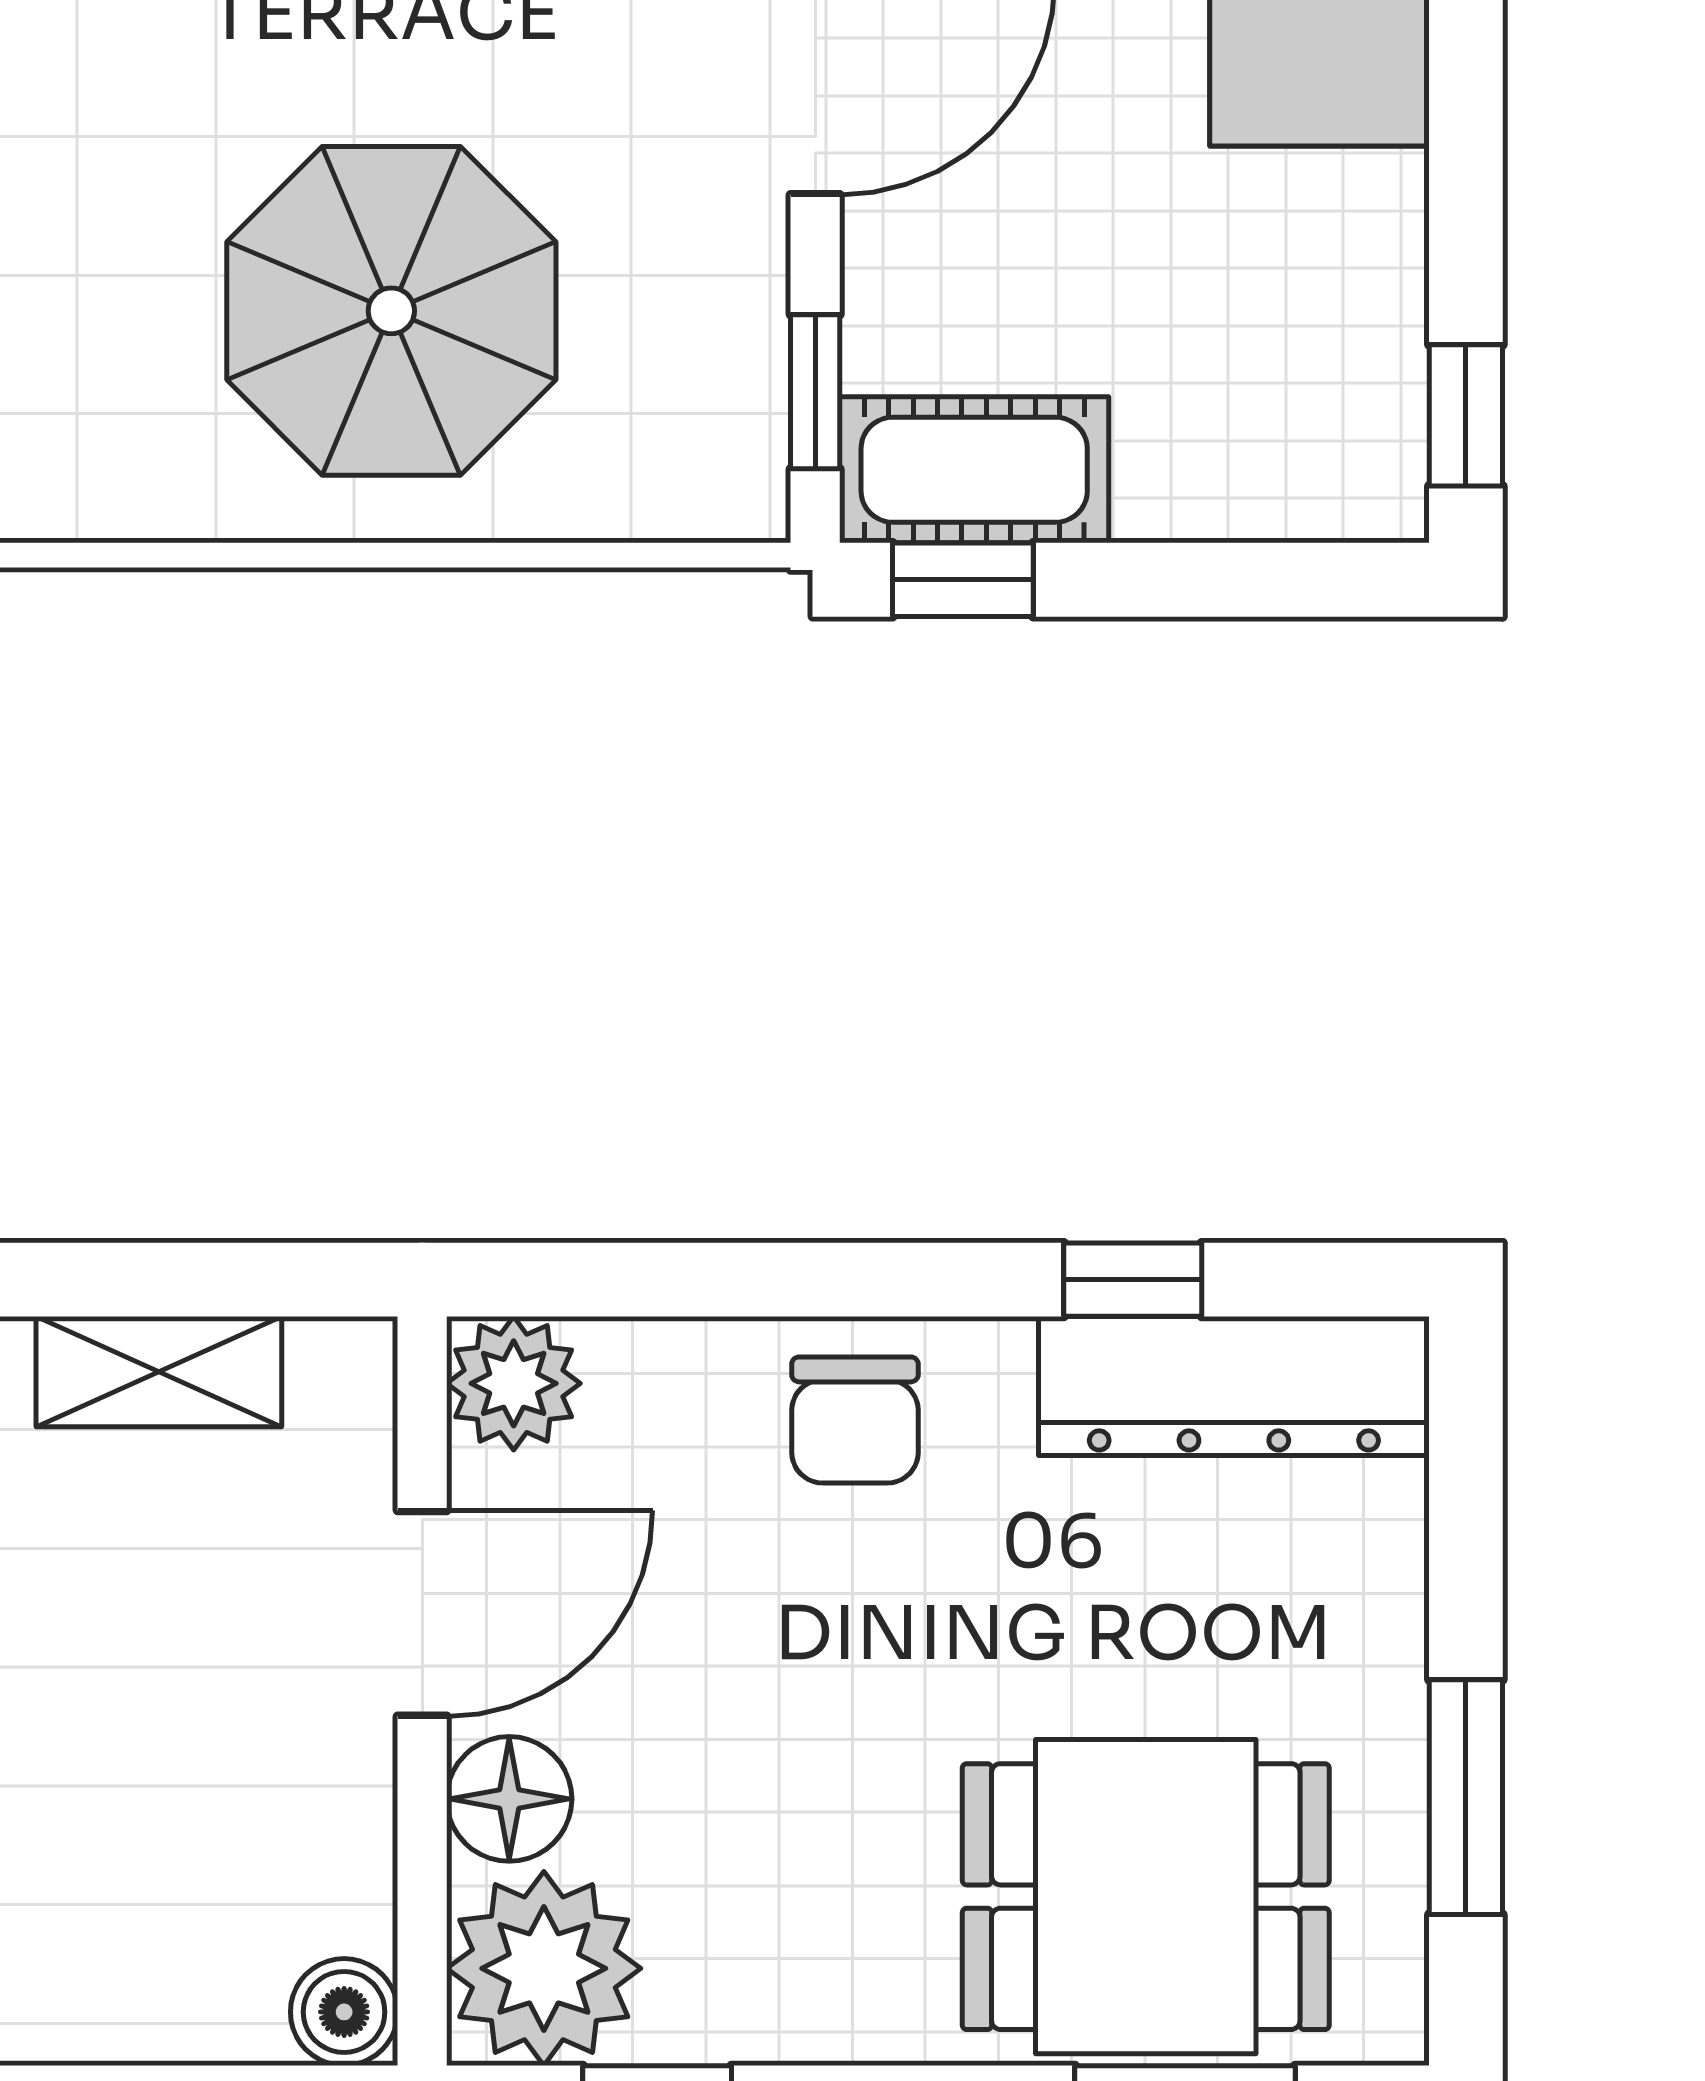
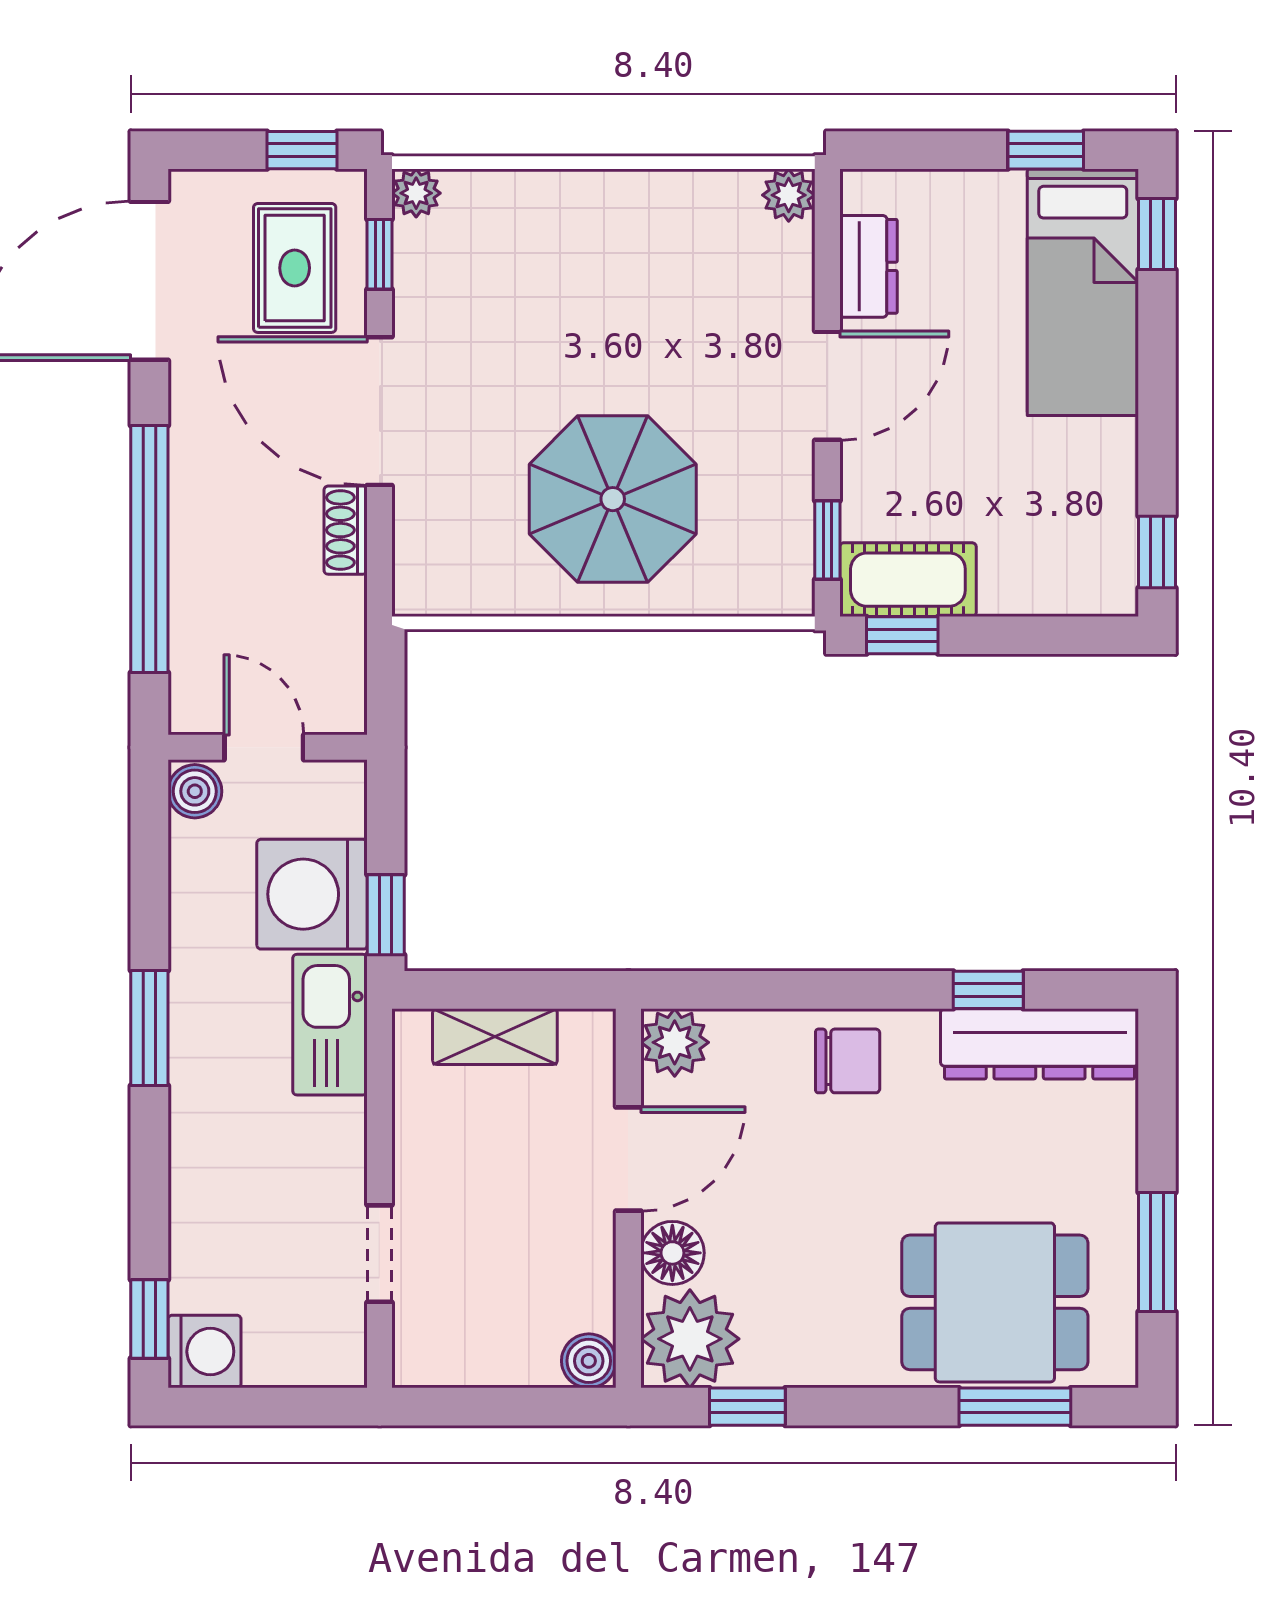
chair: (855, 1420) -> (848, 1061), turned -90

